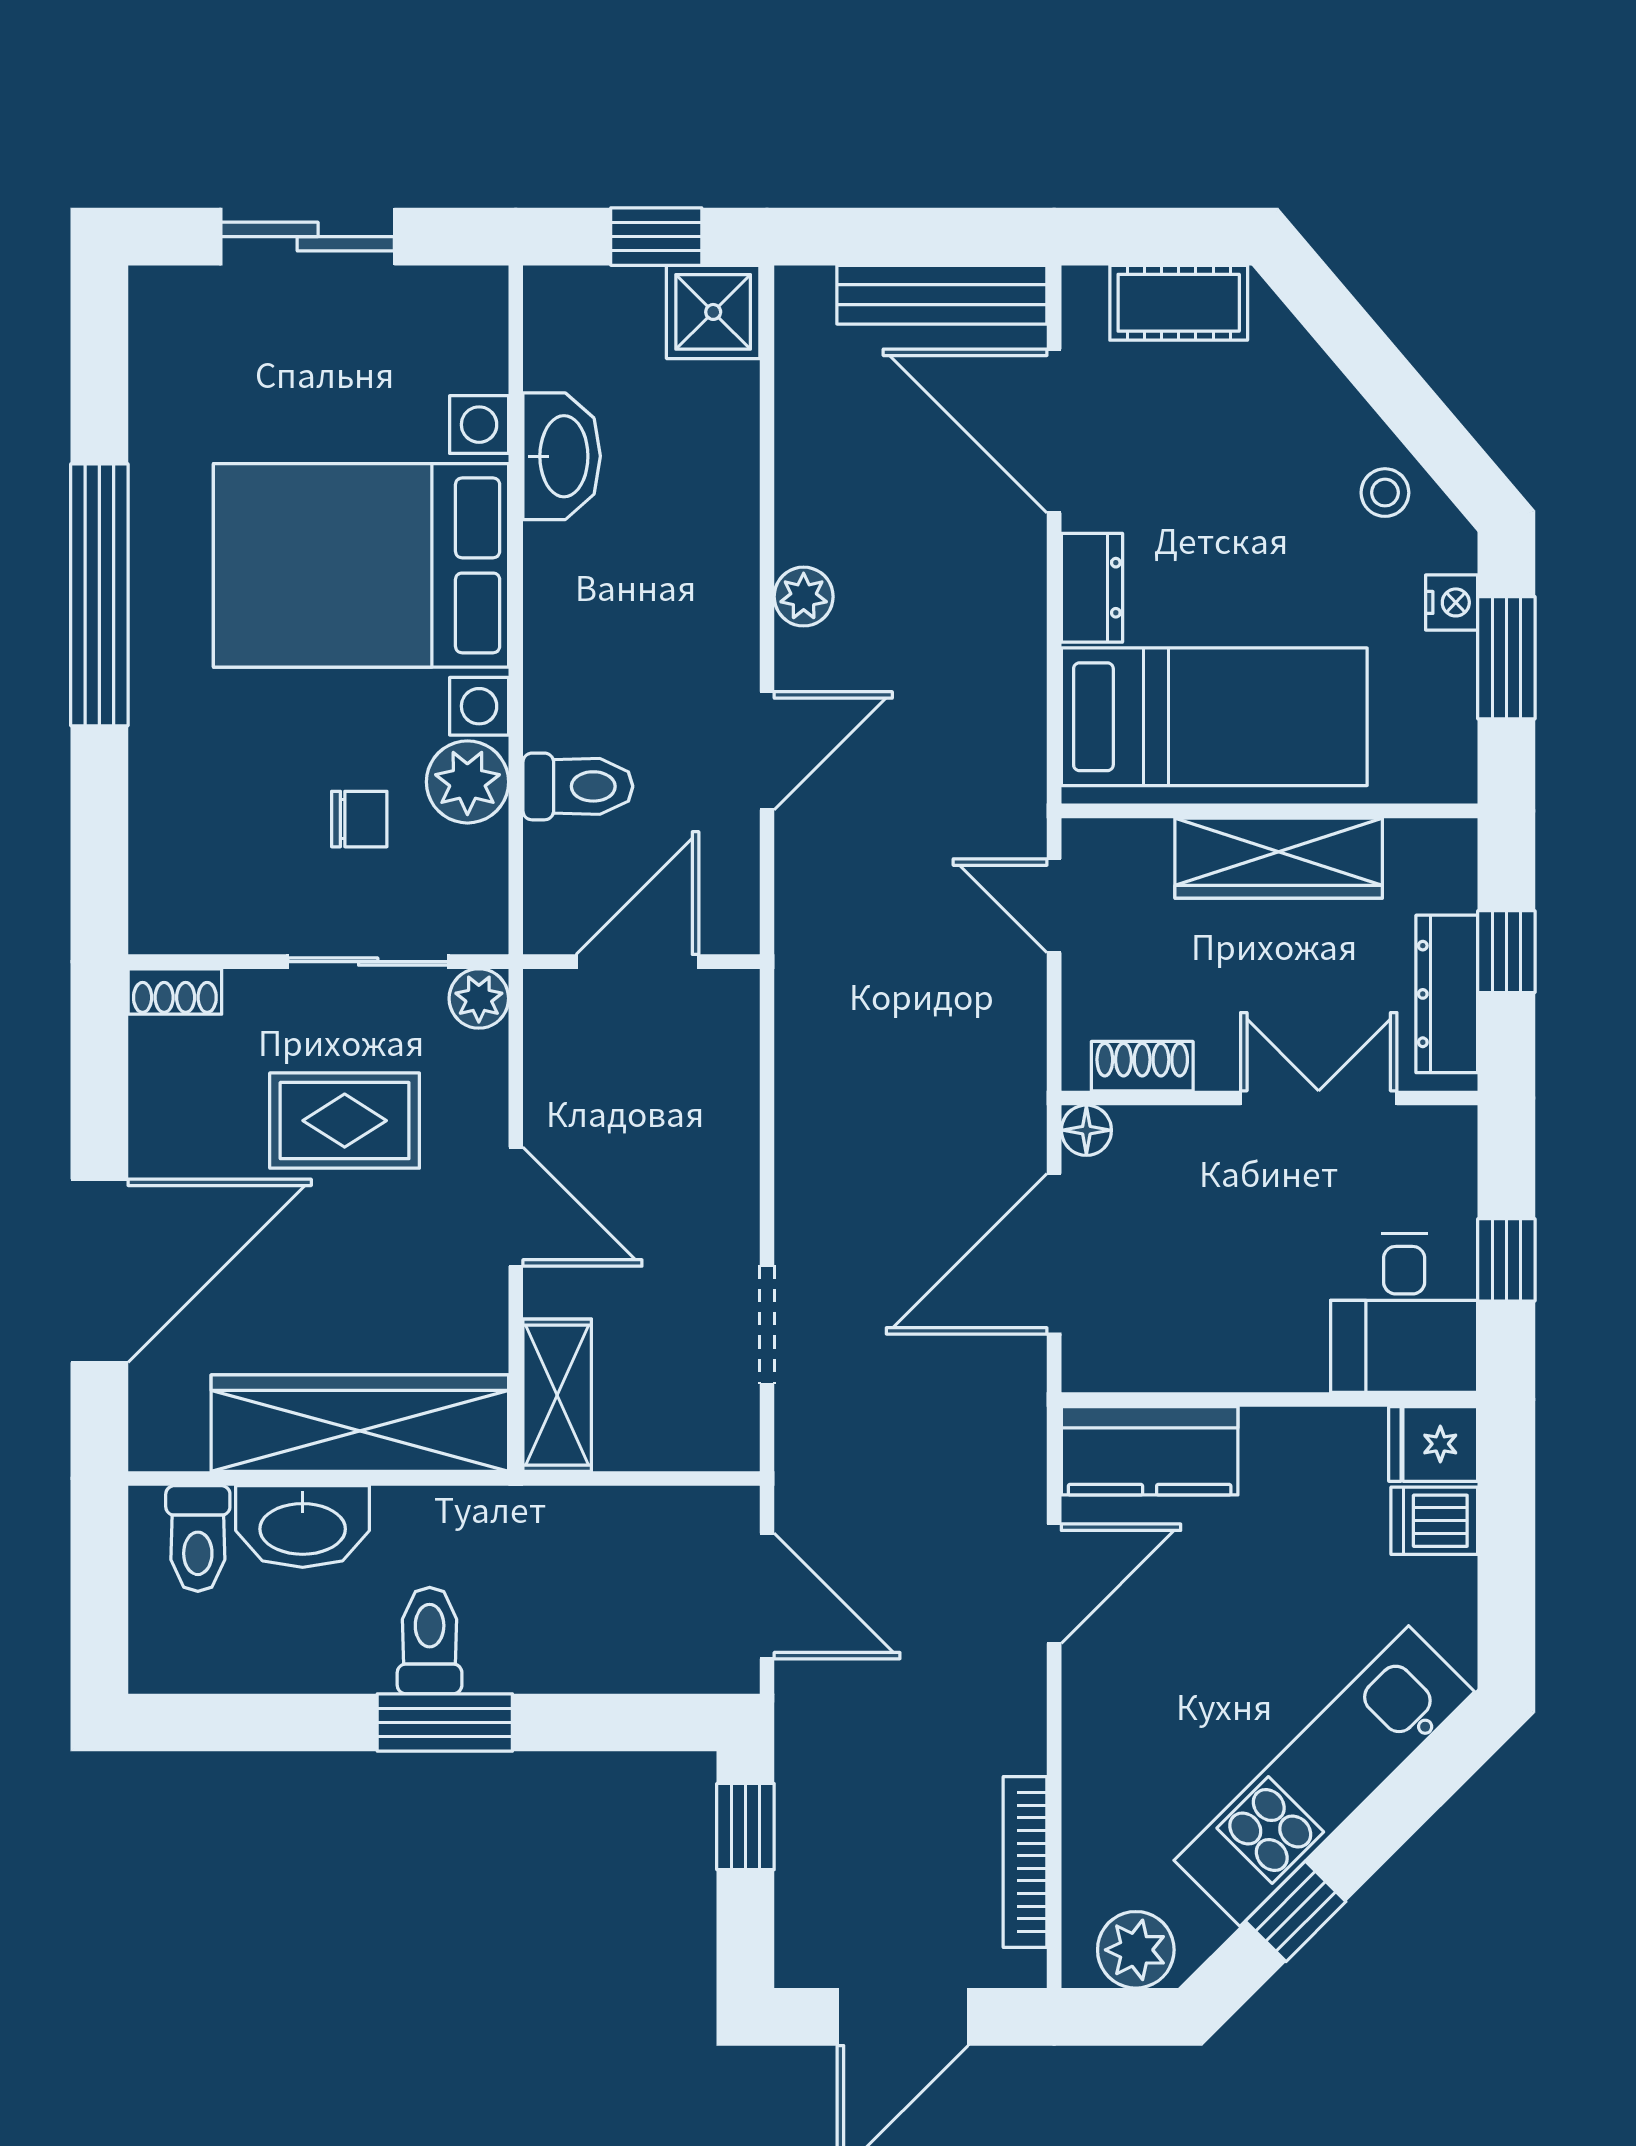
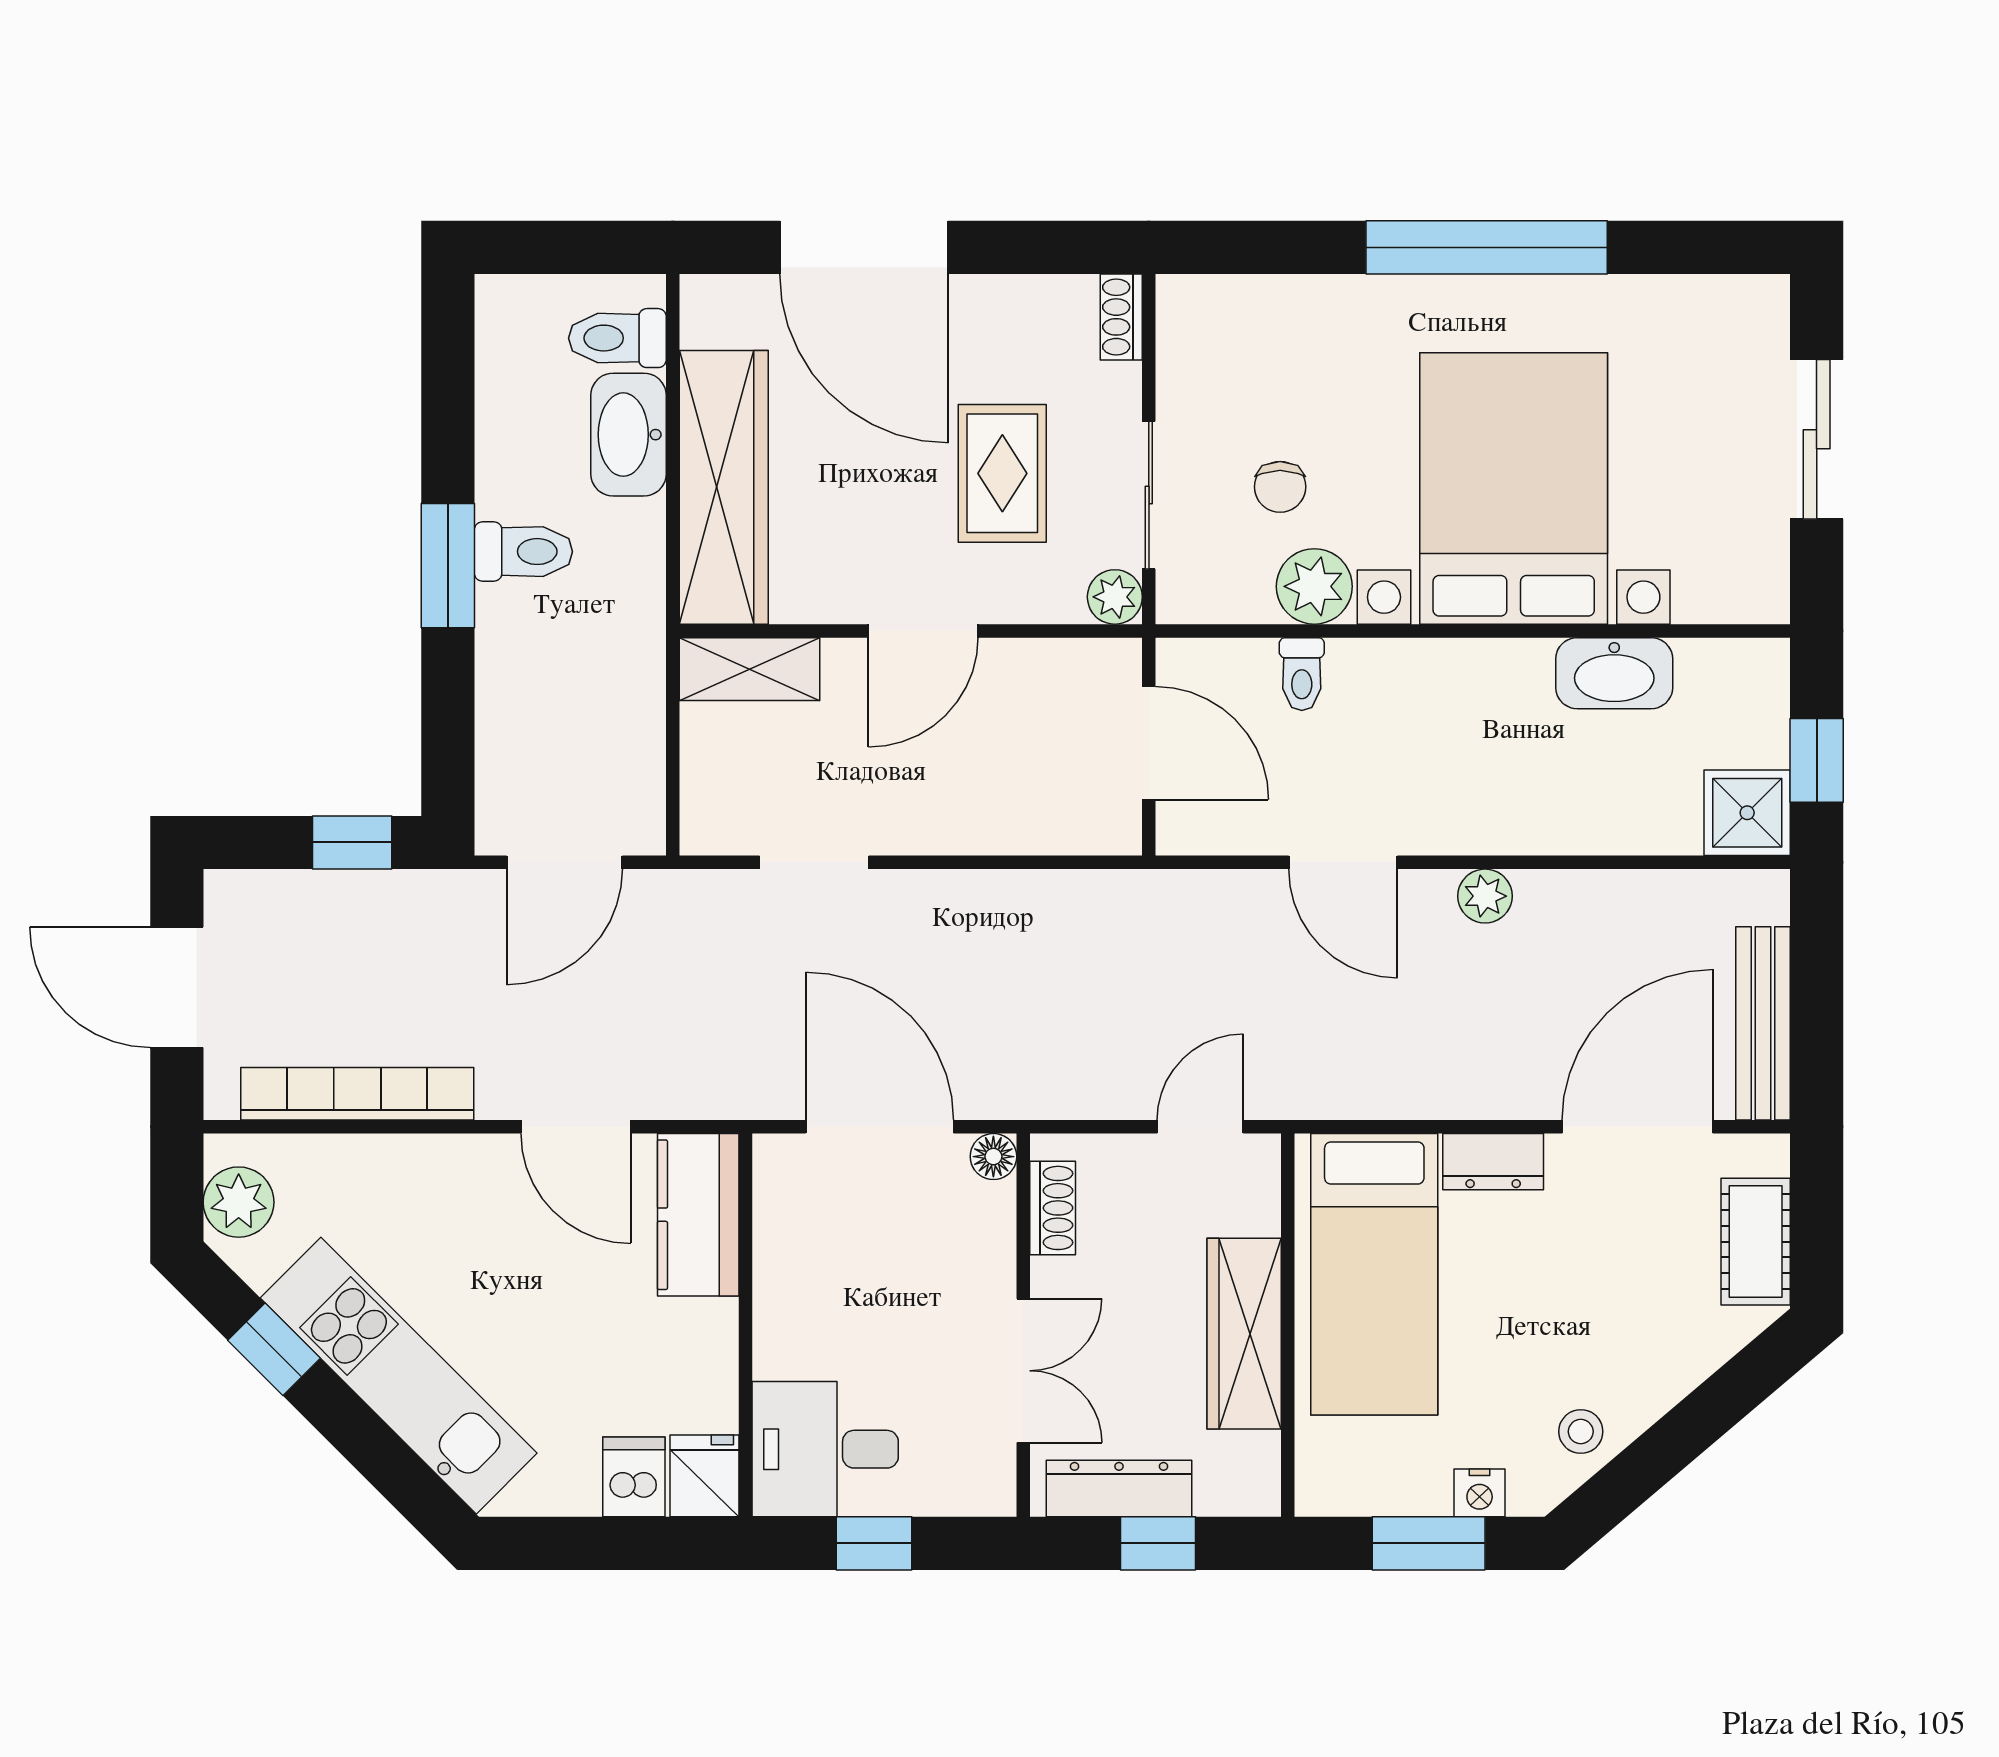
toilet: (578, 786) -> (1302, 674), width x0.73, depth x0.72
bookcase: (1025, 1862) -> (357, 1094), width x1.48, depth x1.31

